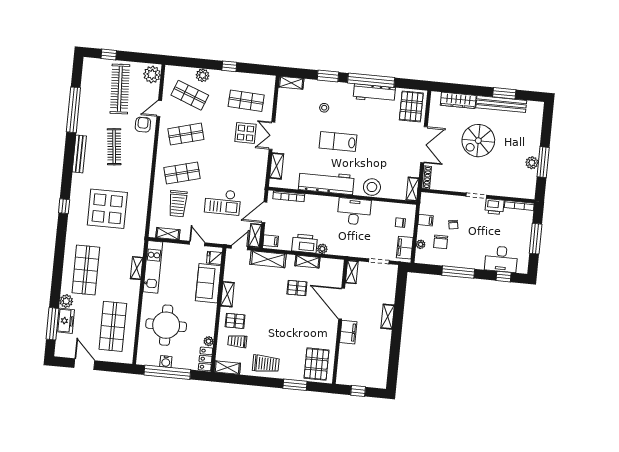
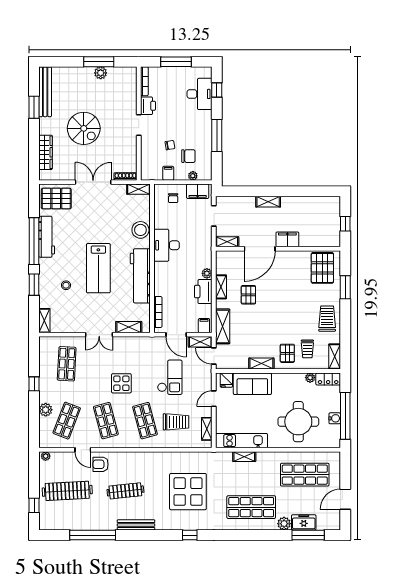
plant: (152, 74) -> (46, 456), width x0.53, depth x0.53
bench: (501, 104) -> (45, 92), moved
display table: (246, 133) -> (121, 383), moved
lab bench: (338, 142) -> (98, 268), width x1.36, depth x1.39
pallet: (316, 364) -> (322, 268), turned 90

